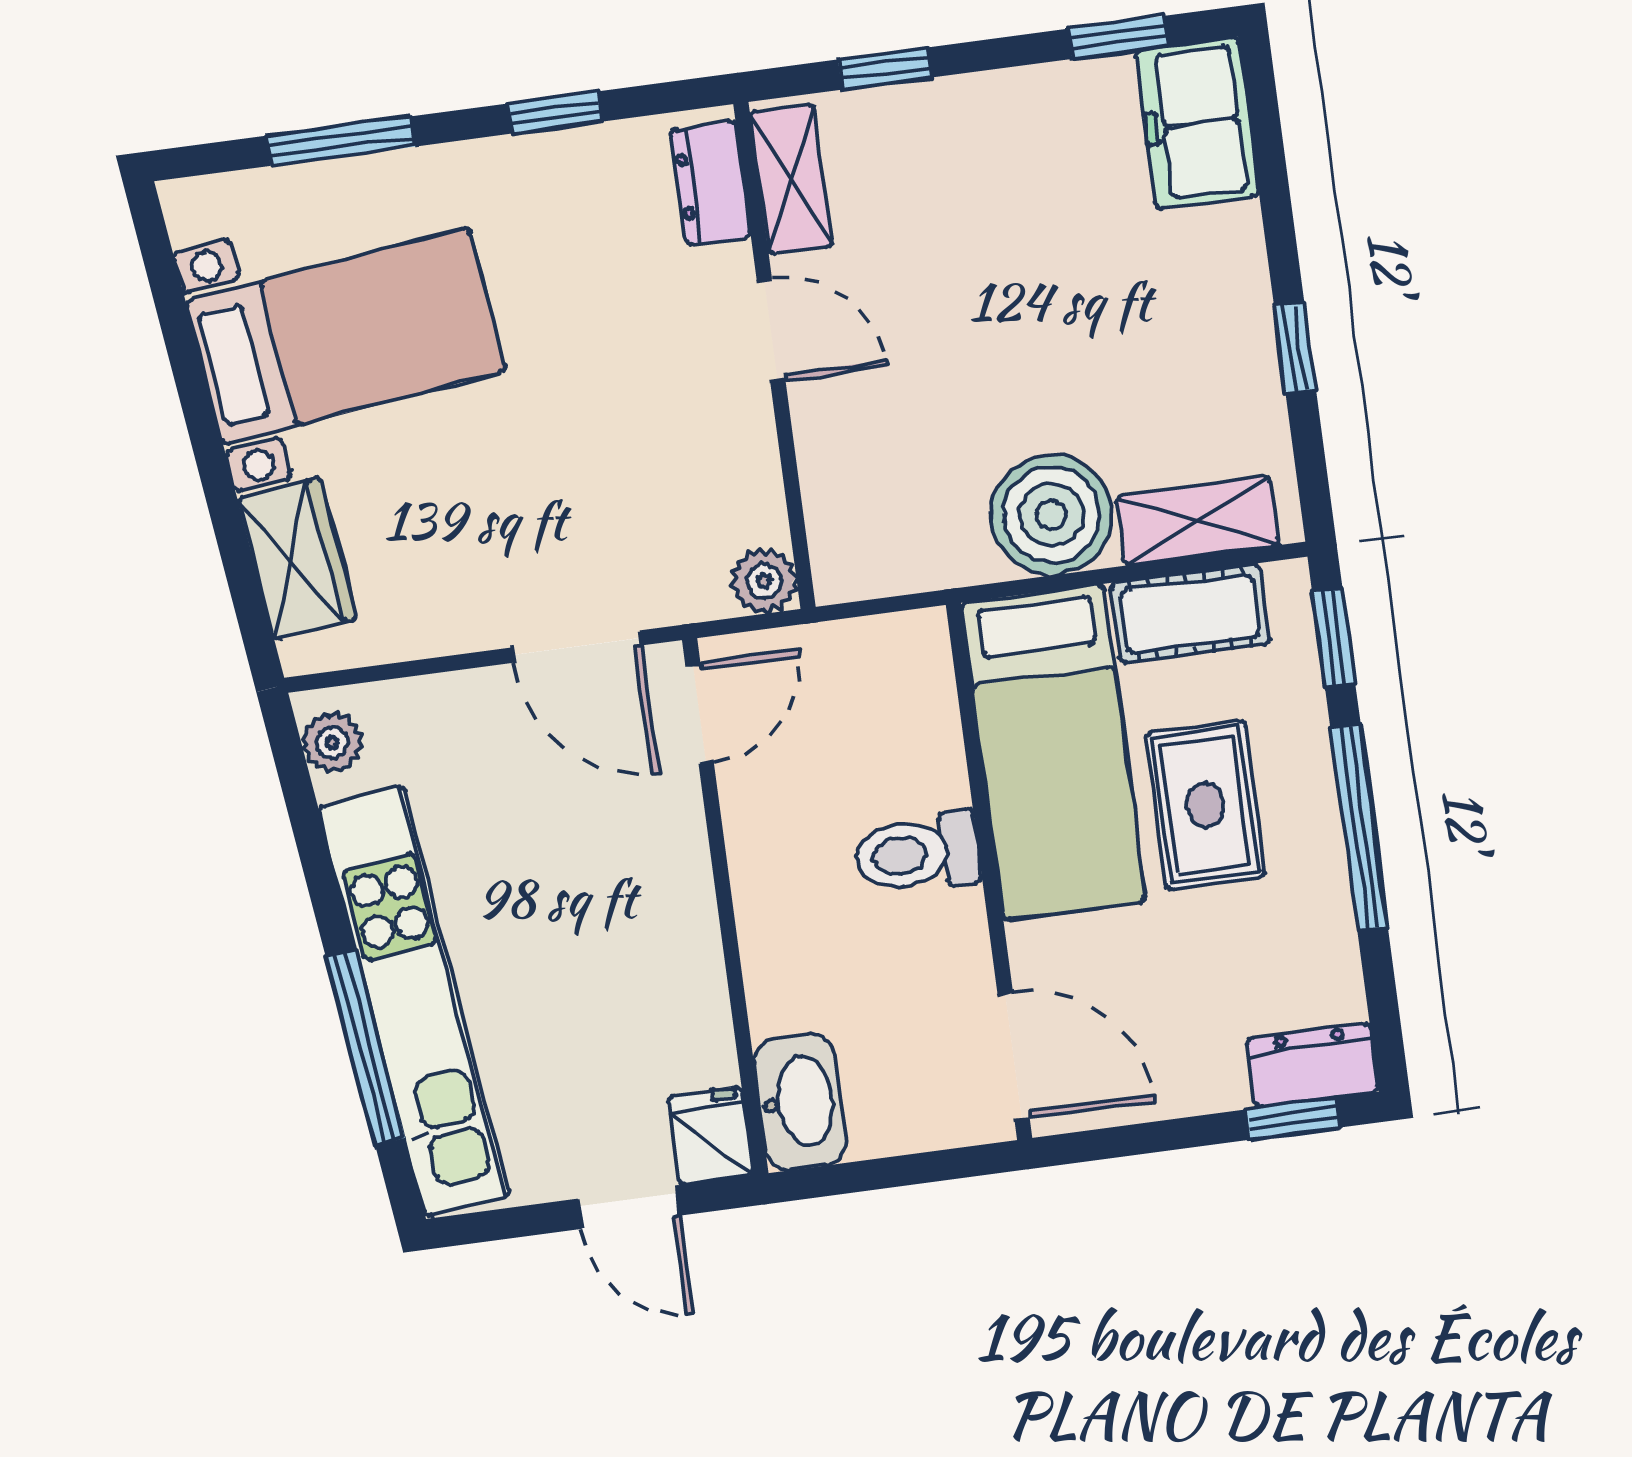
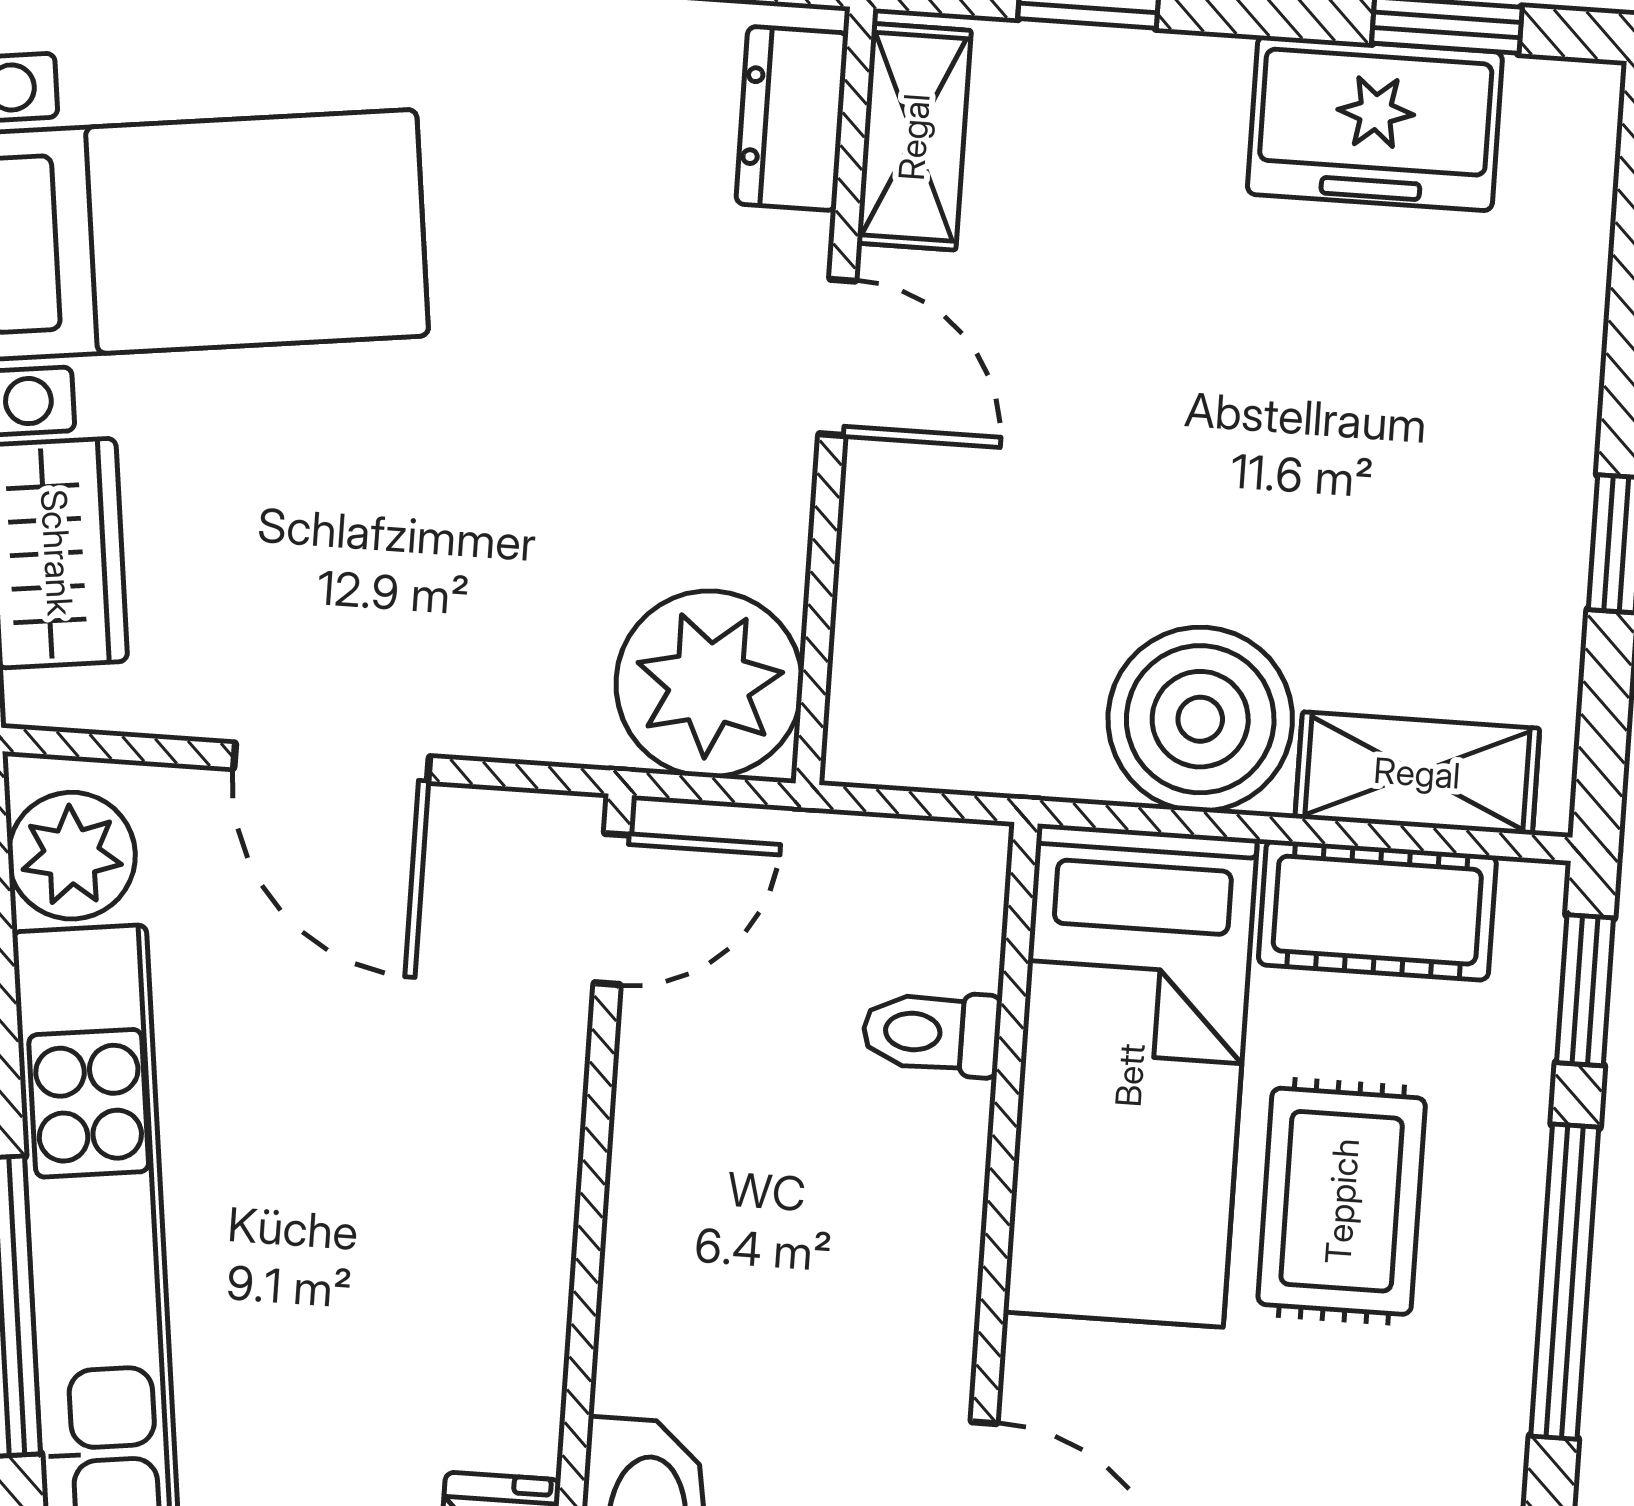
freezer: (1197, 123) -> (1375, 123), moved, turned -90
plant: (764, 581) -> (709, 684), width x1.87, depth x1.87
door: (577, 646) -> (331, 763), moved
plant: (332, 742) -> (72, 856), width x1.38, depth x1.38
toilet: (917, 853) -> (932, 1033), moved, width x0.73, depth x0.72

